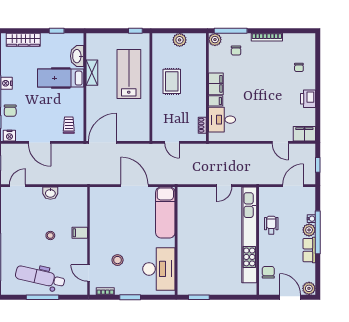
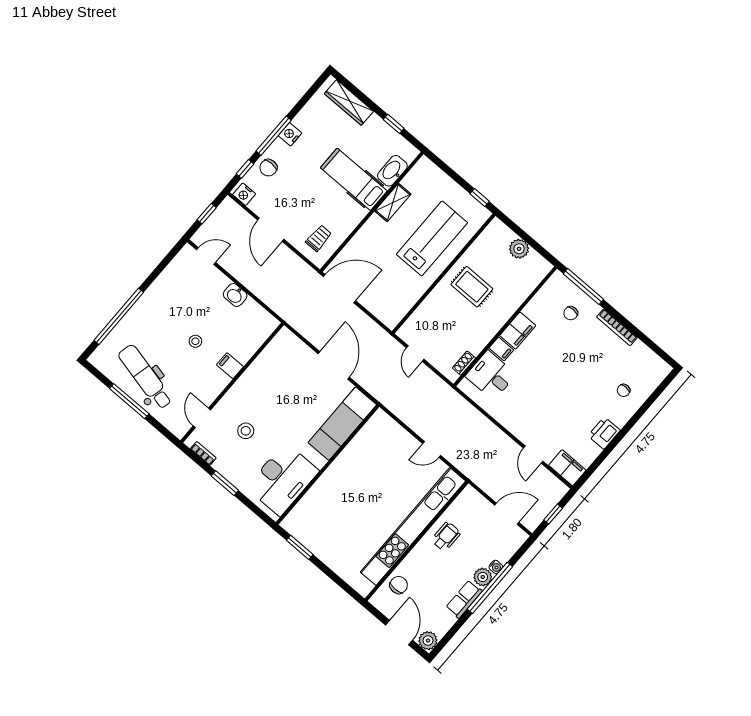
plant: (215, 40) -> (558, 281), removed
rug: (172, 81) -> (472, 287), turned 90

